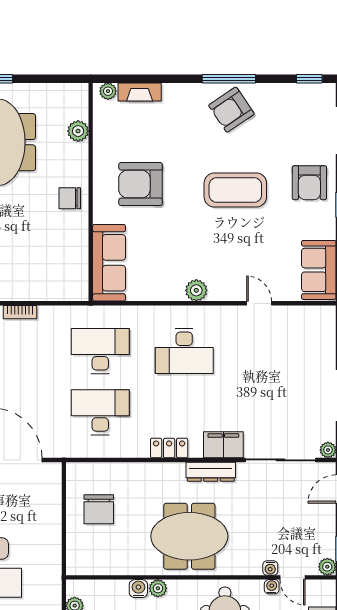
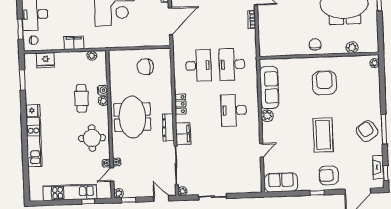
fireplace: (140, 92) -> (378, 167), moved
sofa: (109, 263) -> (269, 88), moved, turned -90
desk: (100, 351) -> (232, 64), turned 180

